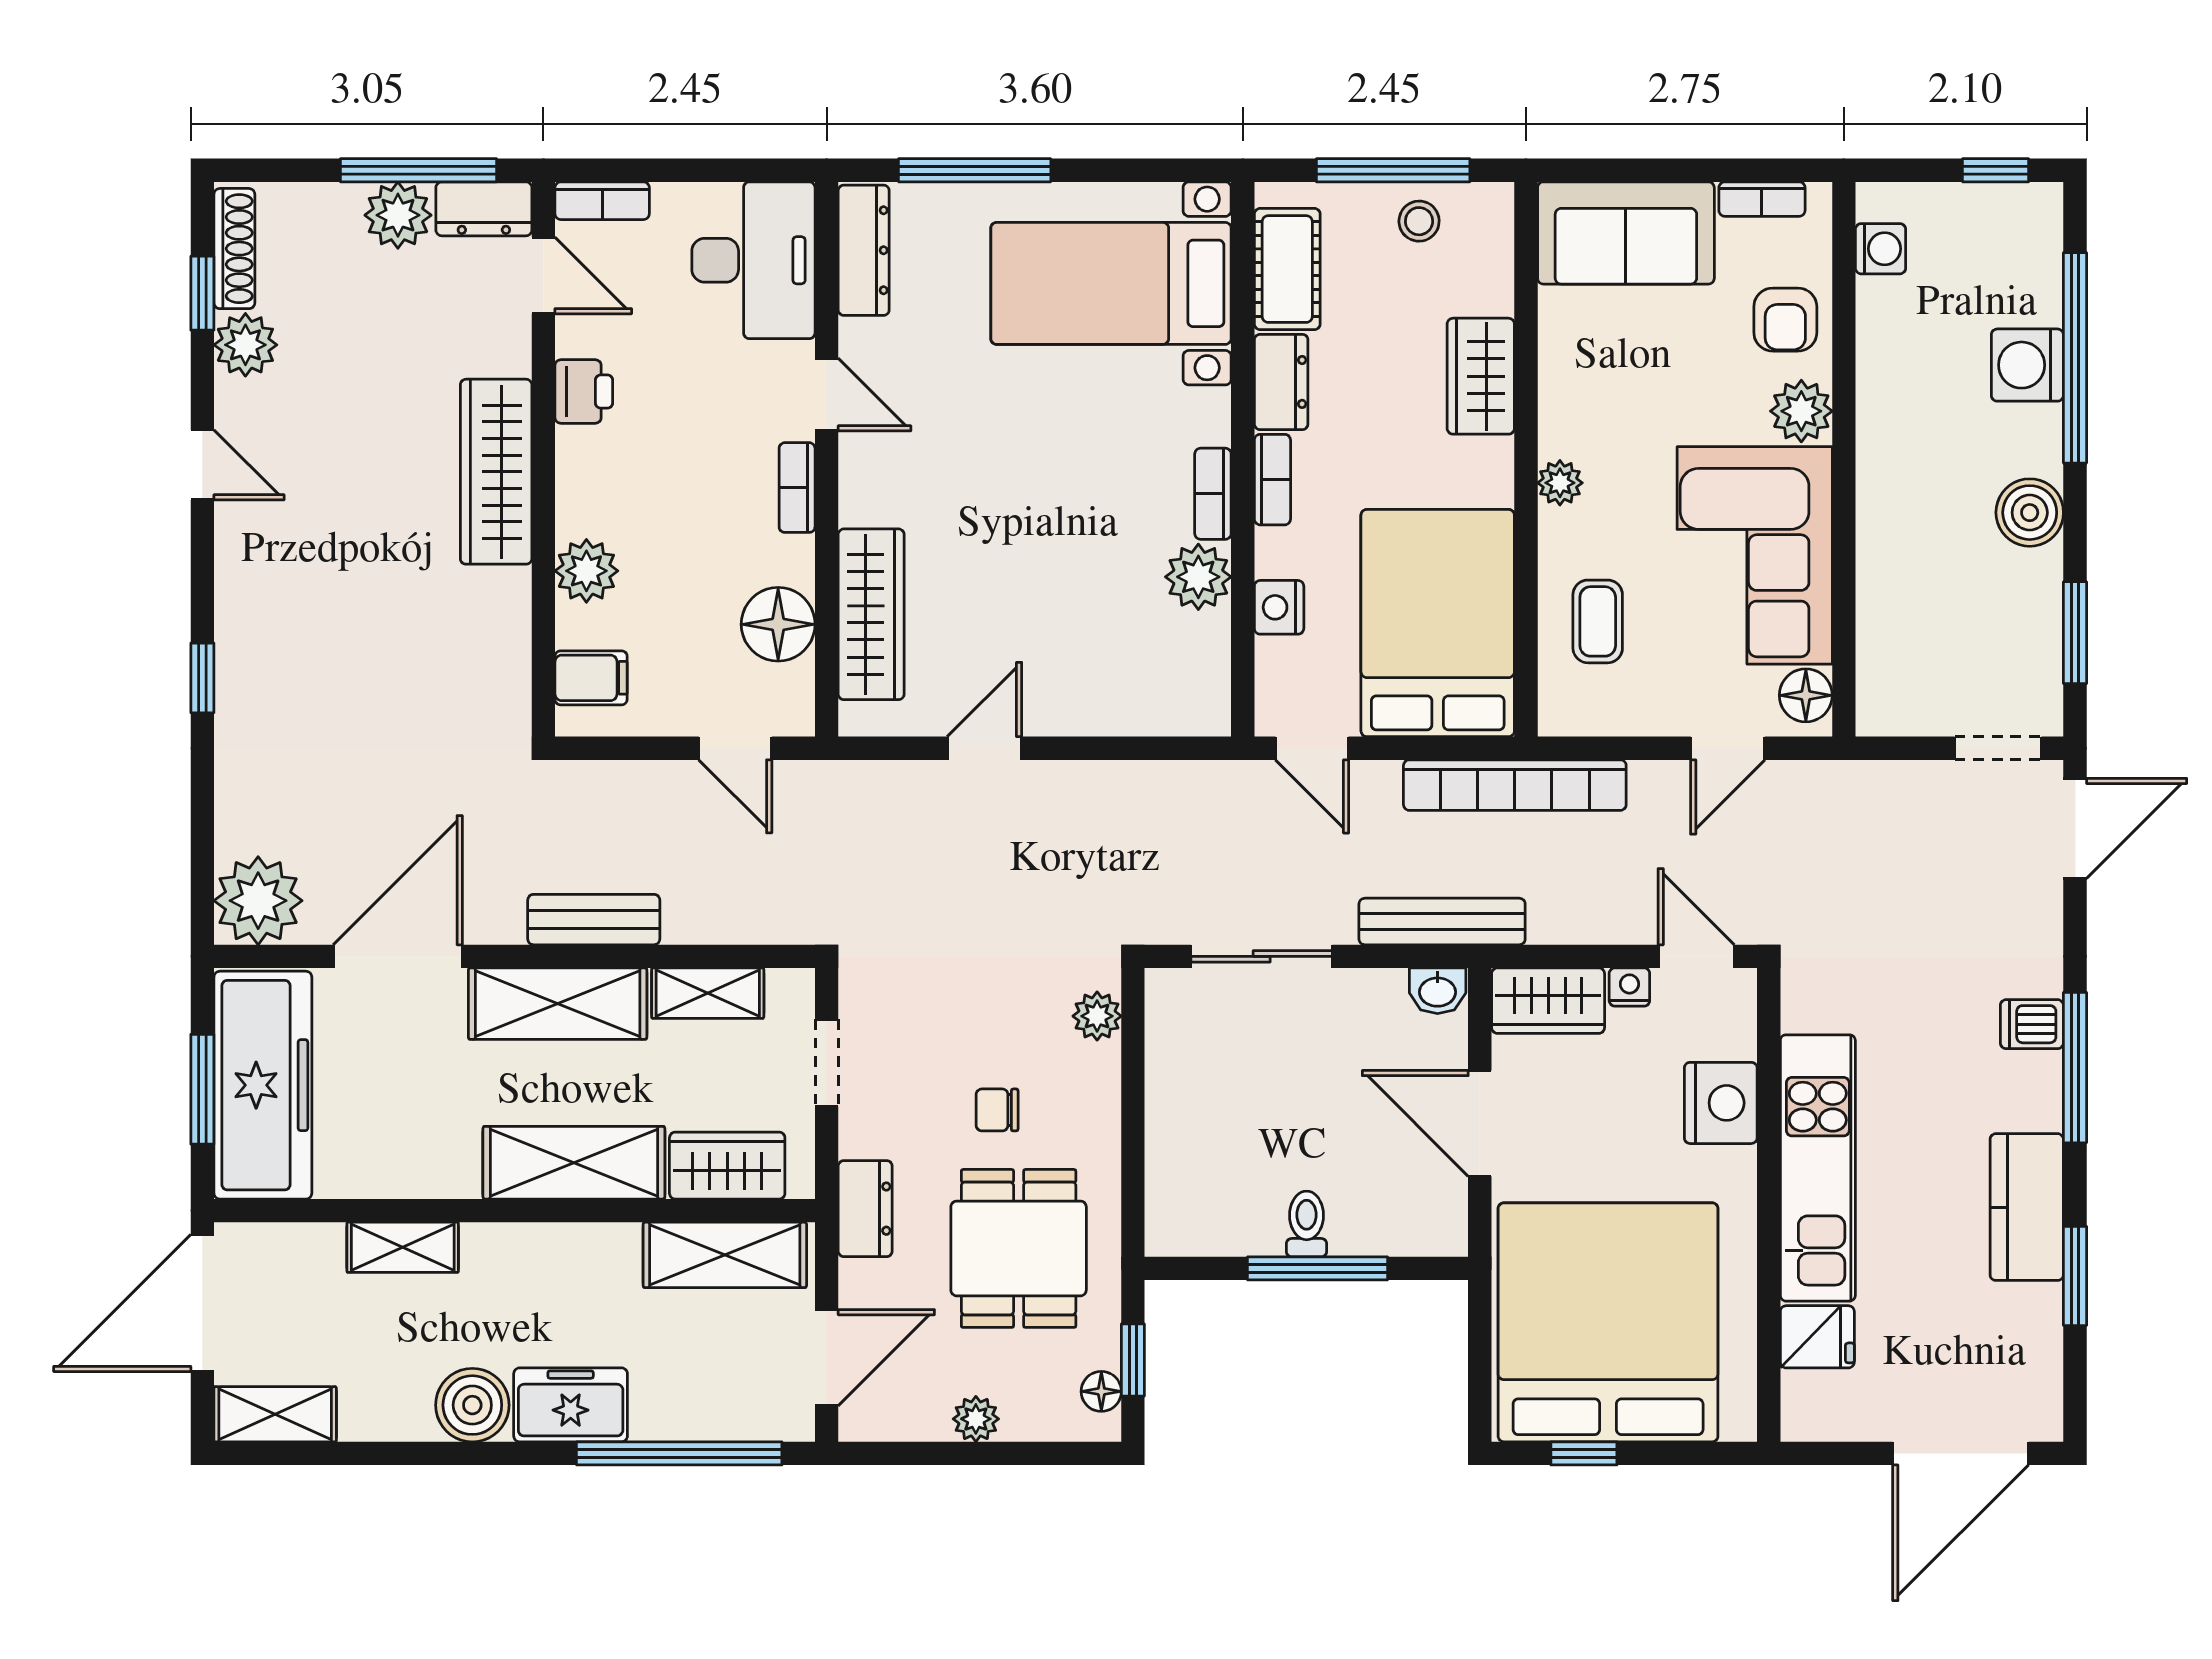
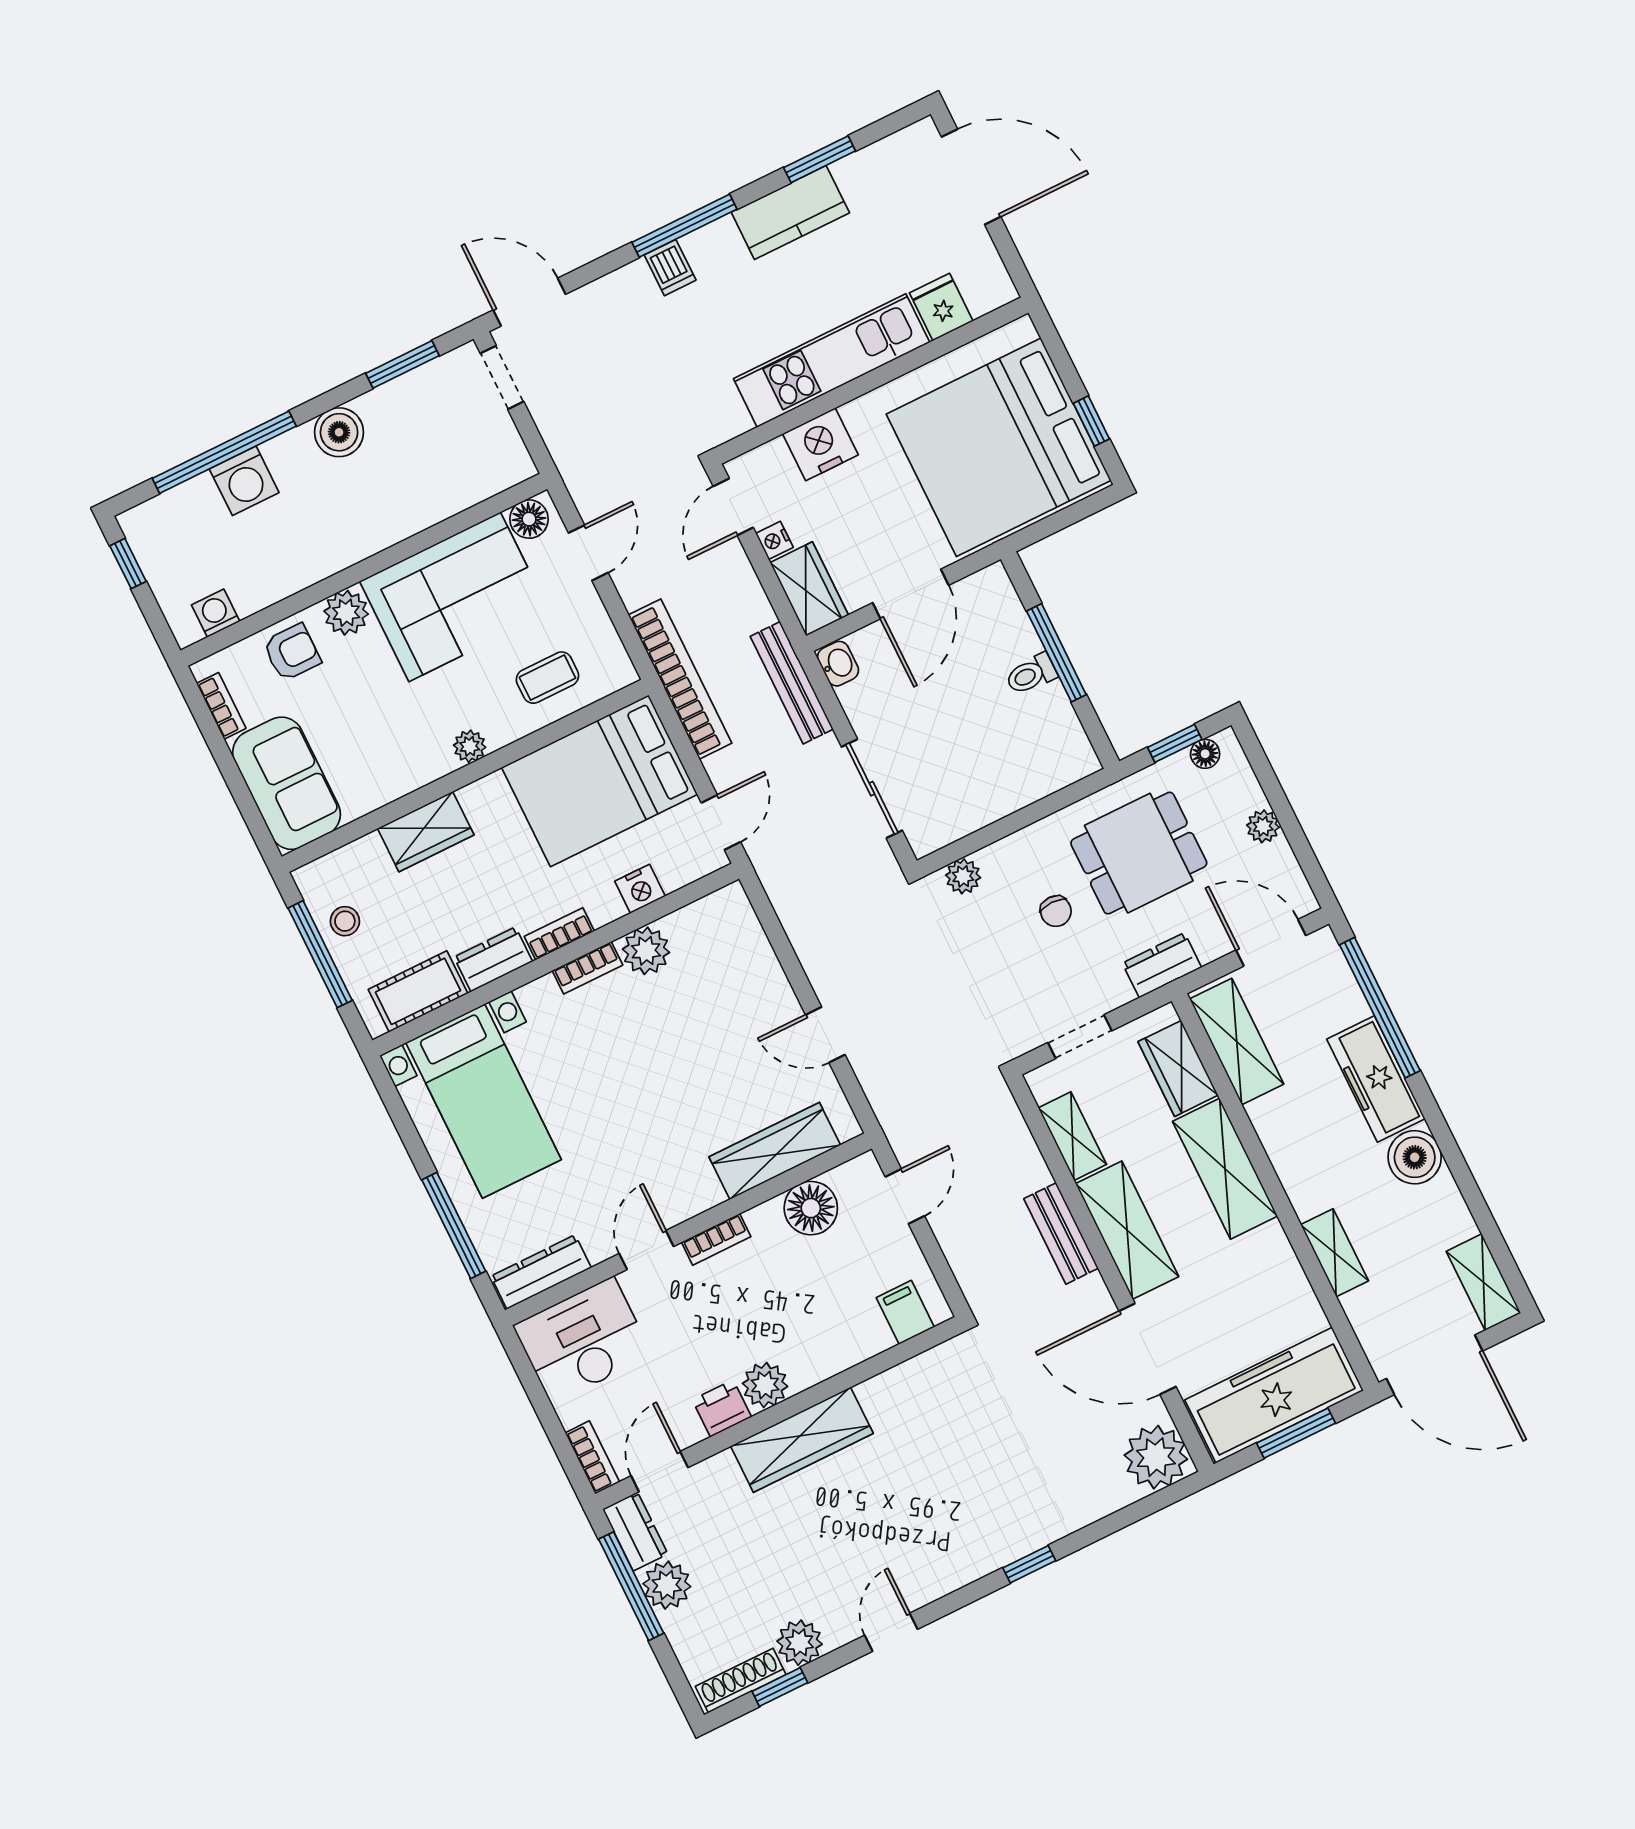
plant: (586, 571) -> (765, 1385), moved
door: (1728, 748) -> (588, 553), hinge flipped
freezer: (571, 1405) -> (1376, 1079), width x1.40

